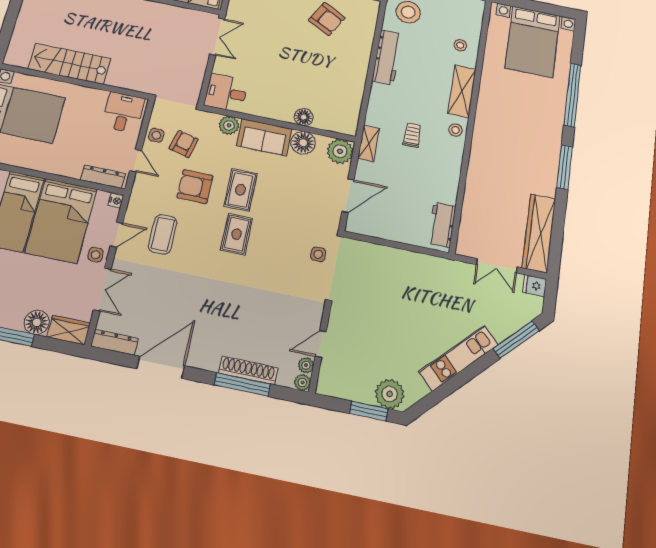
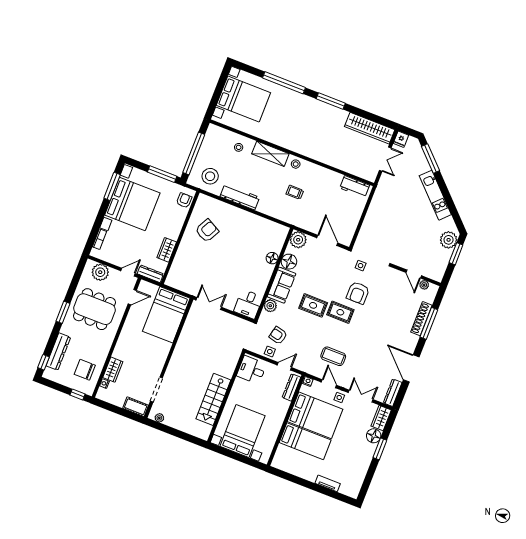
shelving: (369, 143) -> (296, 221), removed
armchair: (195, 187) -> (358, 293), moved
plant: (302, 382) -> (434, 289), removed

